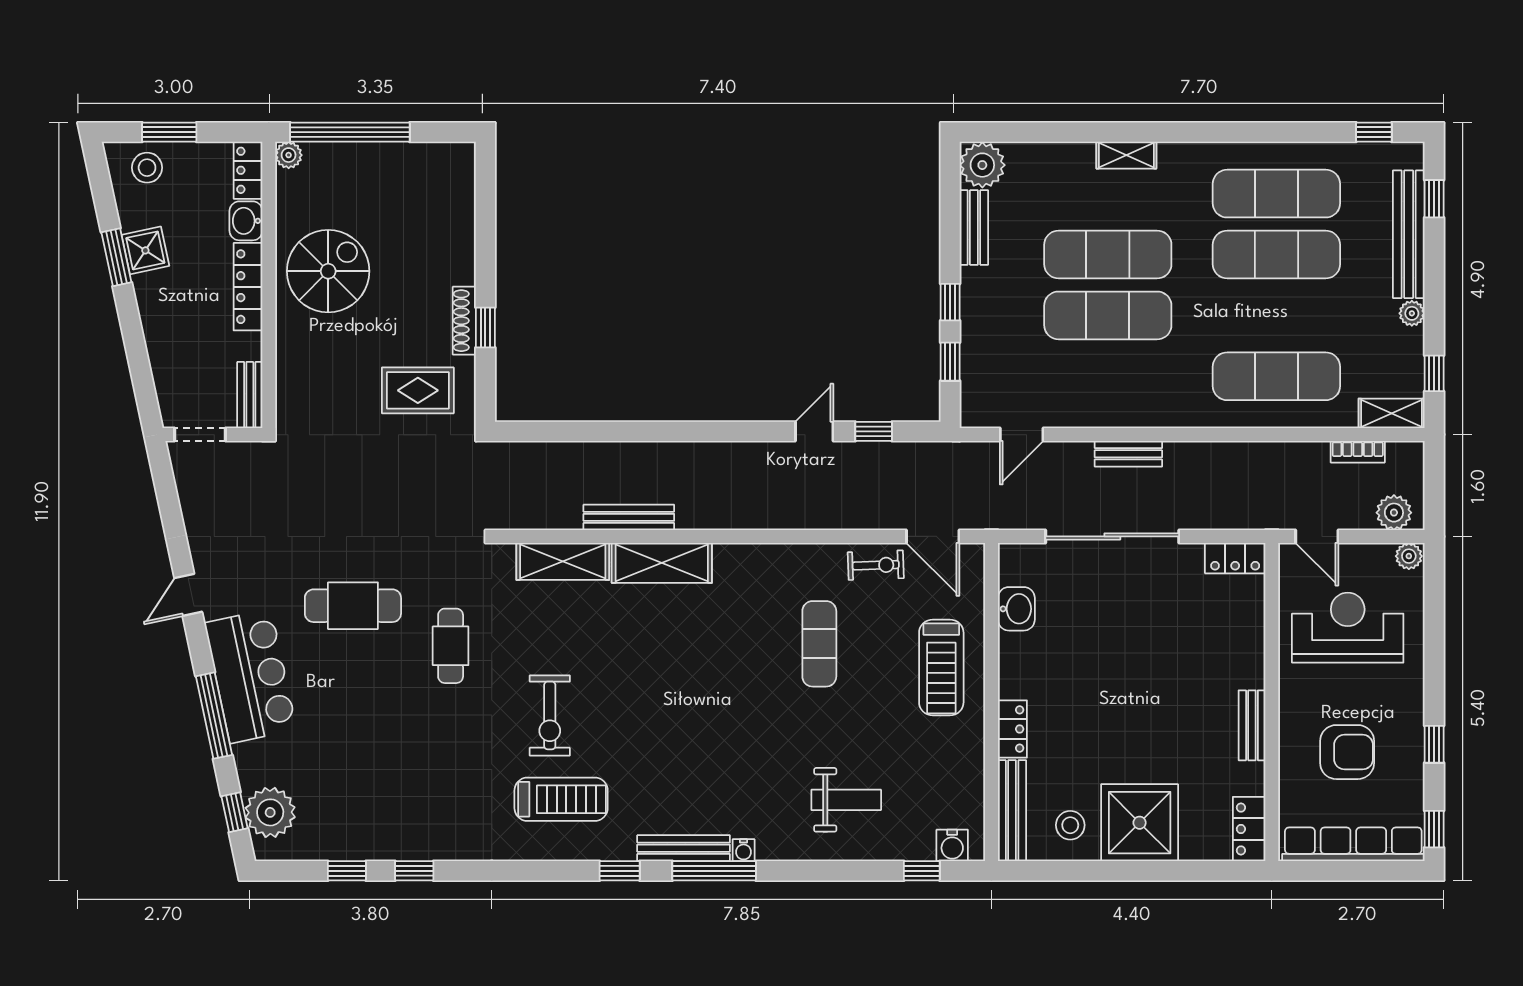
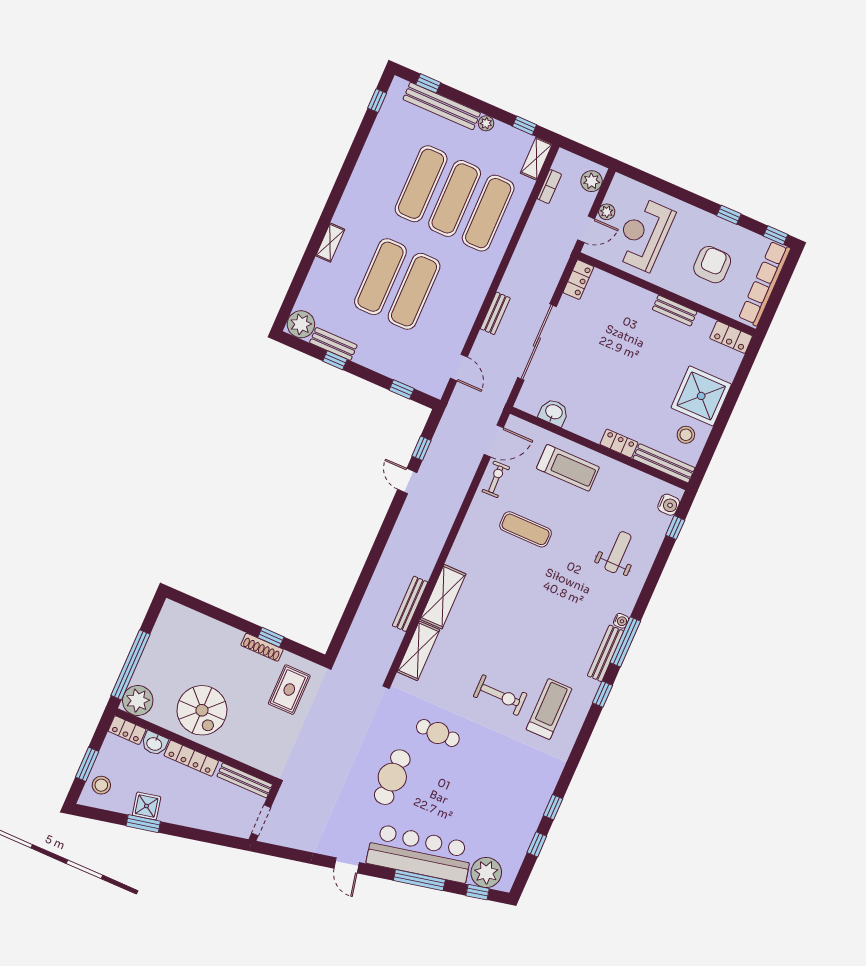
plant: (289, 155) -> (138, 700), width x1.87, depth x1.87
exercise mat: (1276, 194) -> (455, 198), moved
spiral stairs: (328, 271) -> (202, 710), turned 180
window: (950, 302) -> (335, 360), moved
bench: (250, 395) -> (245, 780), width x1.36
plant: (1409, 556) -> (607, 212), moved
bar counter: (251, 676) -> (420, 853), width x1.36

